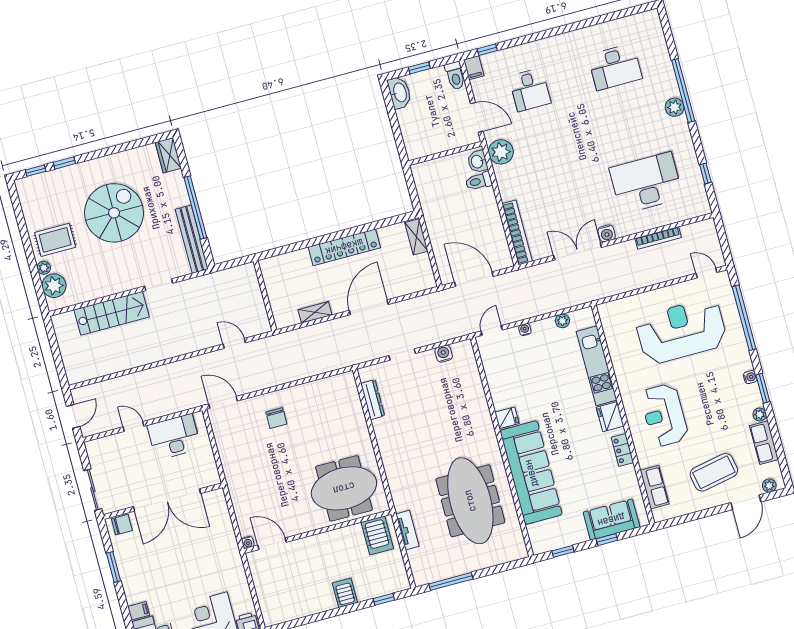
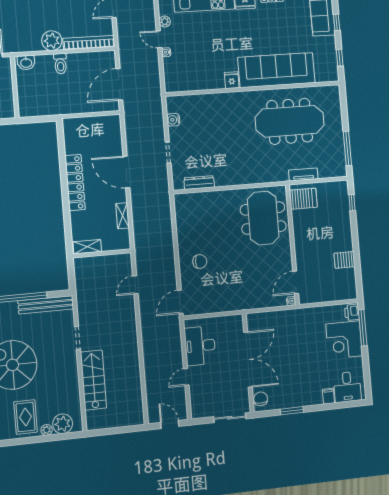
plant: (501, 152) -> (52, 41), moved
toilet: (479, 181) -> (60, 64), moved
shelving: (416, 237) -> (87, 247), moved
door: (492, 331) -> (159, 39), moved
server rack: (345, 593) -> (345, 260), moved

